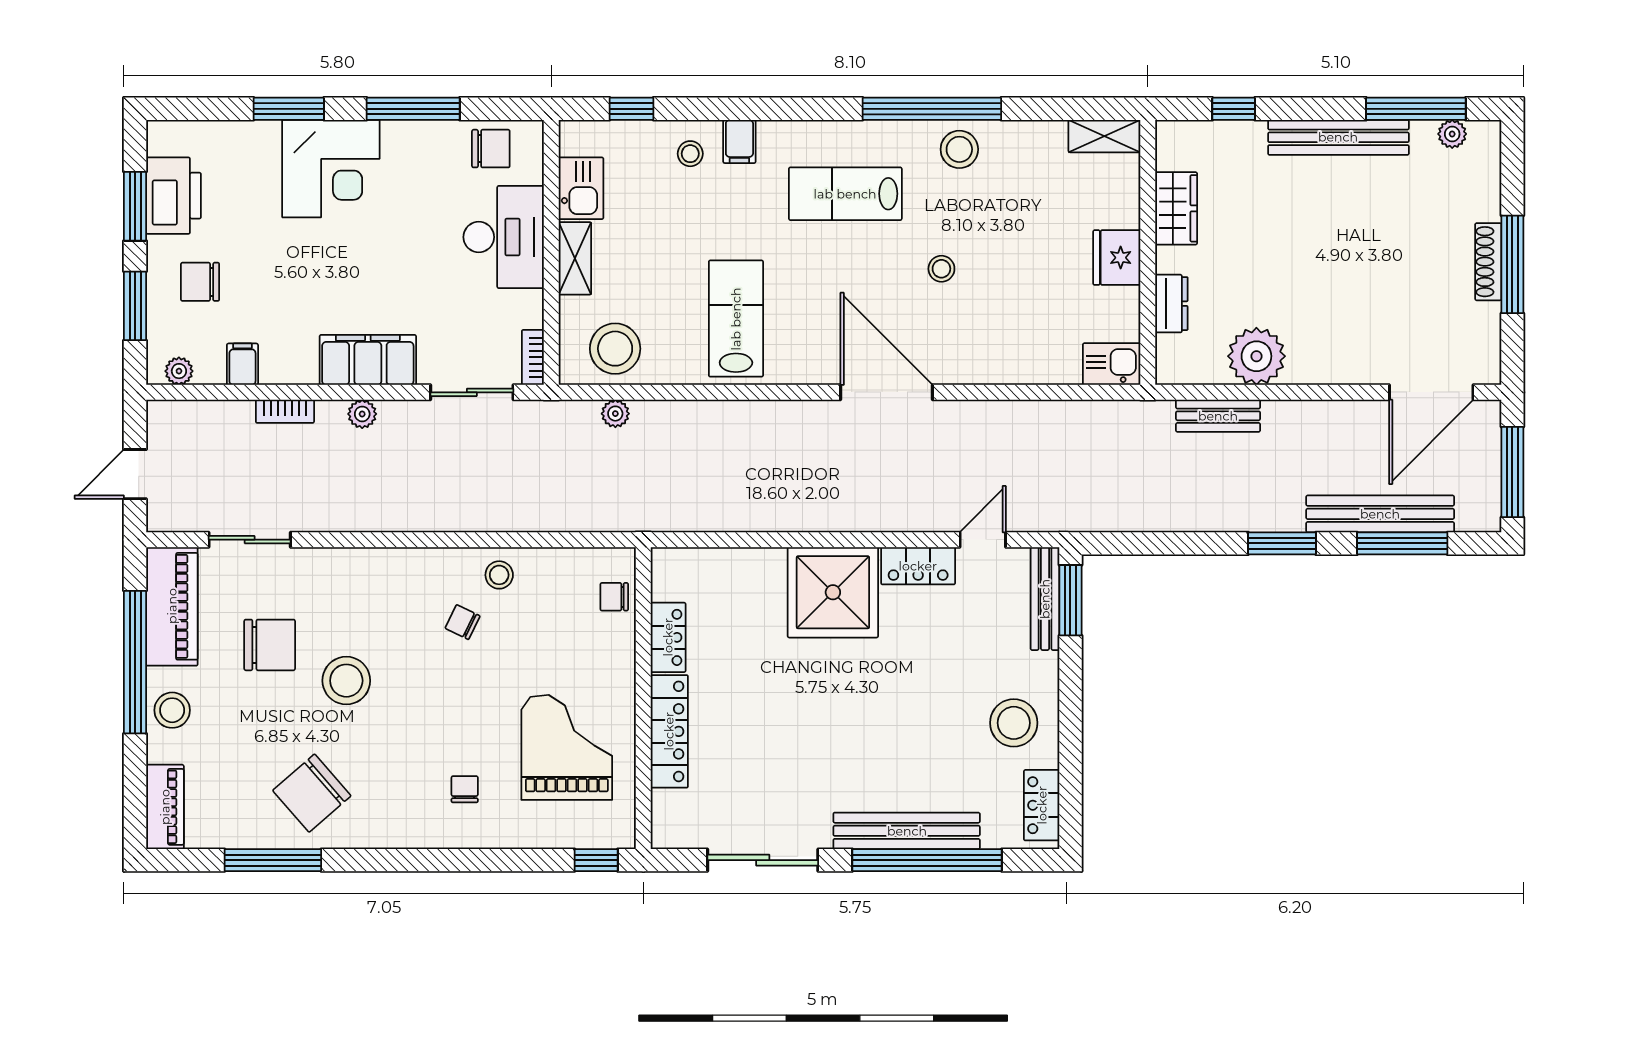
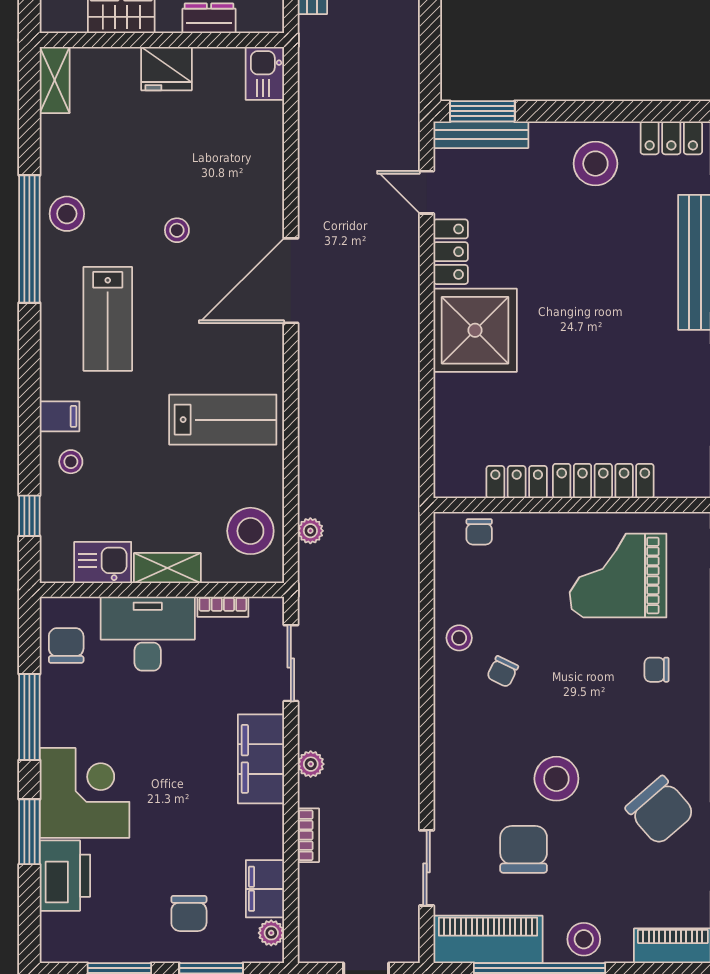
printer: (174, 196) -> (65, 876), moved, turned 90
lab bench: (736, 319) -> (223, 420), turned 180
bookcase: (533, 357) -> (223, 607), moved
filing cabinet: (242, 364) -> (265, 889), width x2.00

